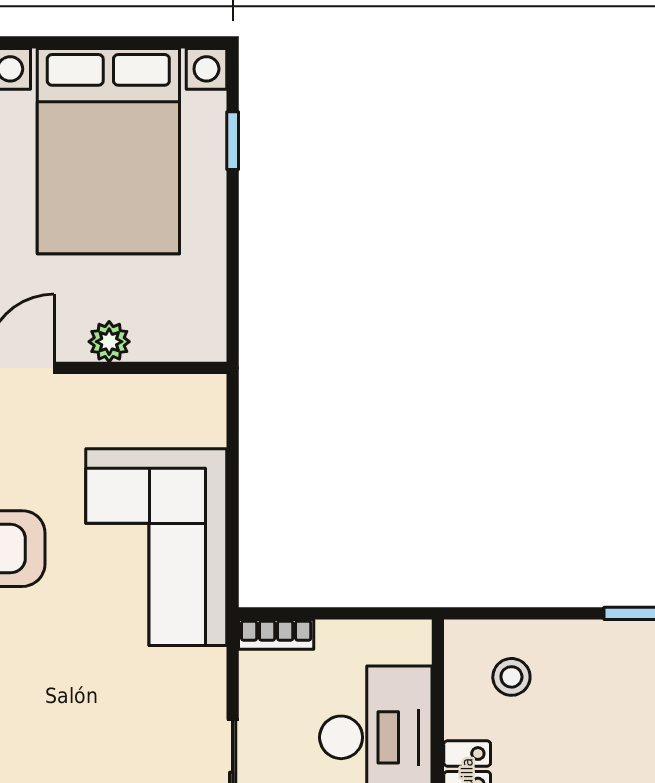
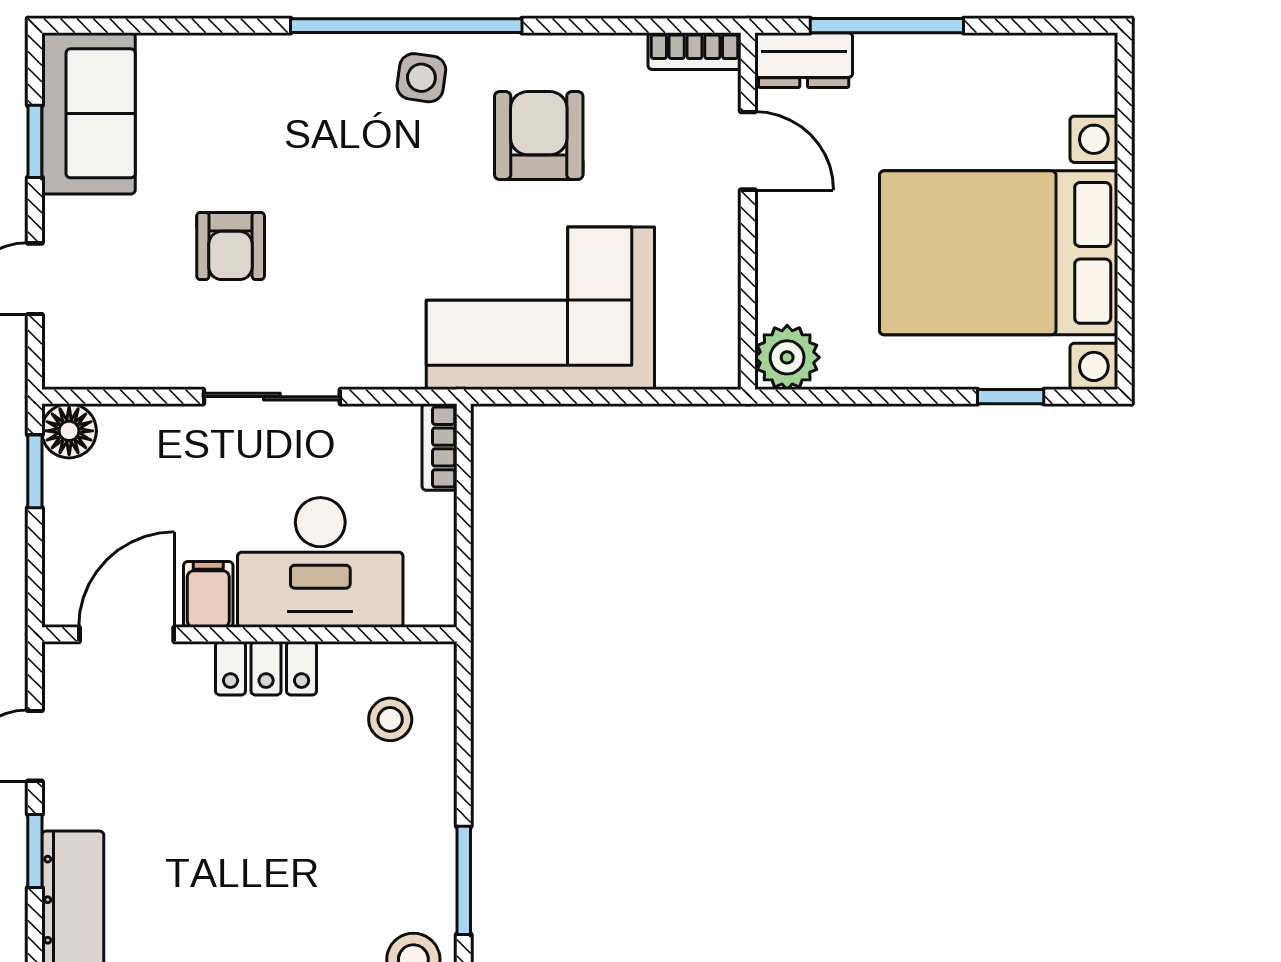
plant: (109, 342) -> (787, 357), moved, width x1.38, depth x1.38

